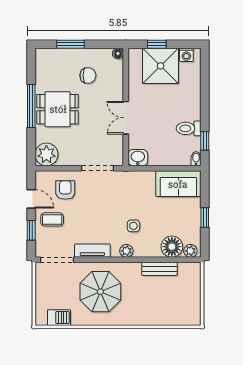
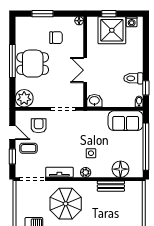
window: (205, 217) -> (146, 147), width x3.17
plant: (190, 251) -> (135, 172), removed

